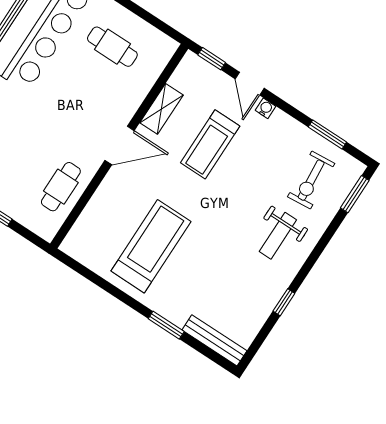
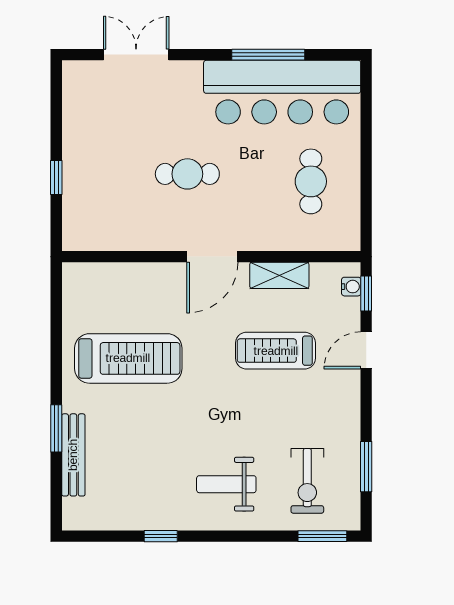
water cooler: (266, 108) -> (351, 287), moved
door: (120, 145) -> (212, 257), hinge flipped
exercise bike: (311, 180) -> (307, 481), turned -85
cafe table: (61, 187) -> (187, 174), moved
bench: (214, 340) -> (73, 455), moved

